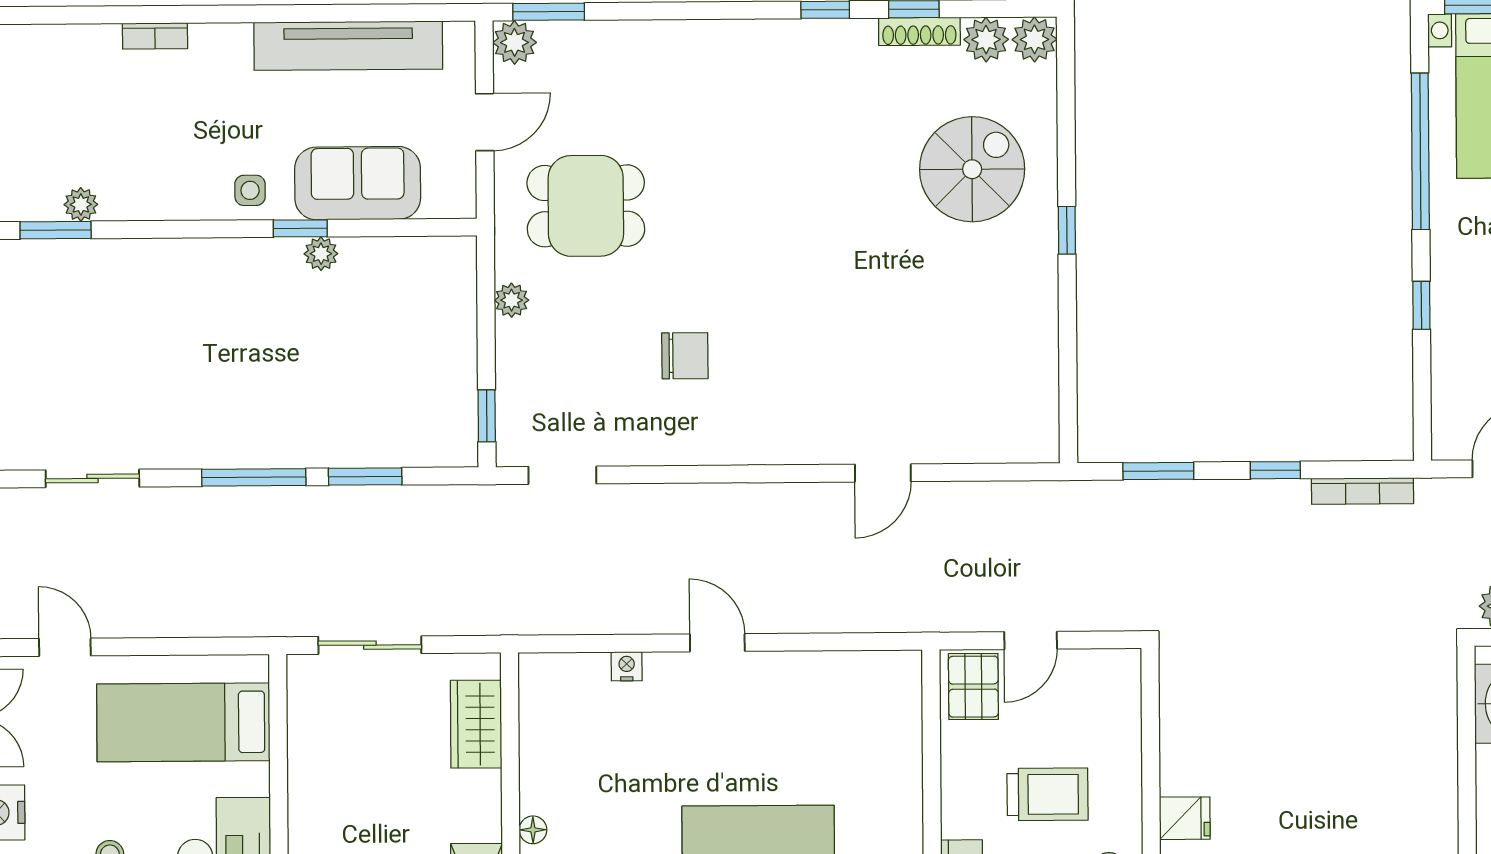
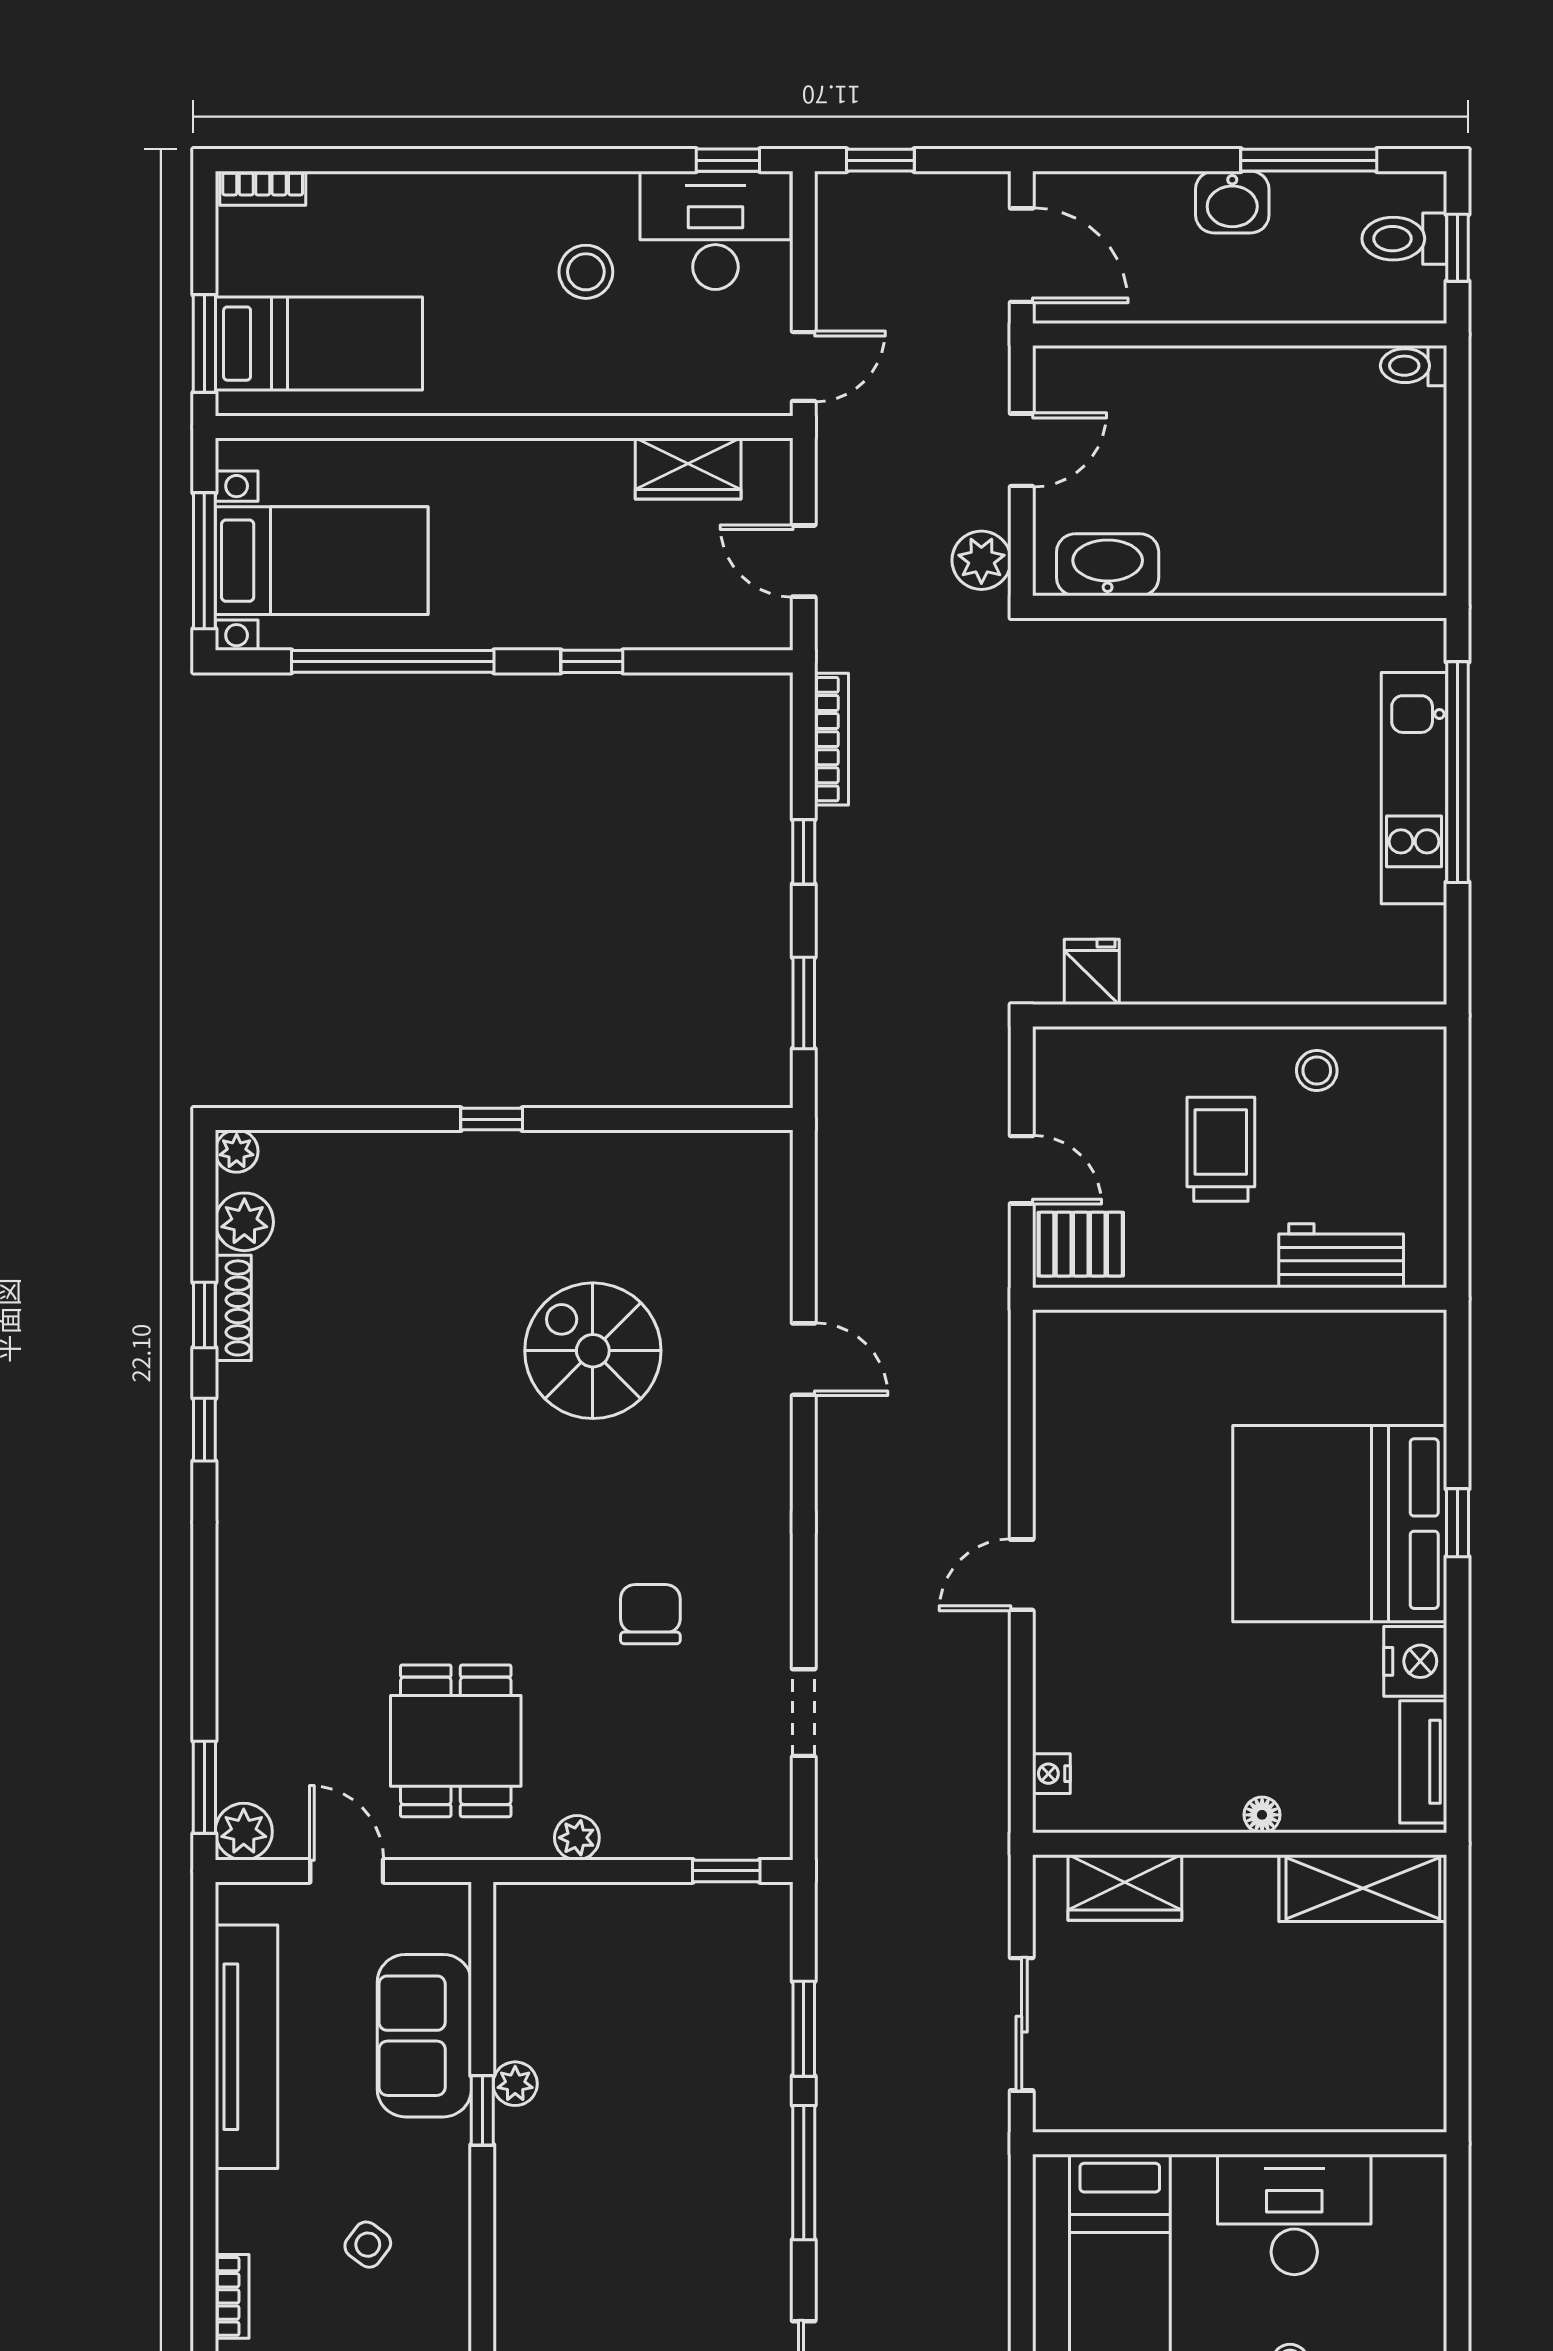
plant: (1035, 39) -> (237, 1151), width x0.73, depth x0.73
spiral stairs: (972, 169) -> (593, 1351), moved
side table: (250, 190) -> (368, 2245), moved, turned 37
doorway: (562, 475) -> (804, 1713), moved
nightstand: (627, 666) -> (1051, 1774), moved
fridge: (1185, 818) -> (1092, 972), moved

